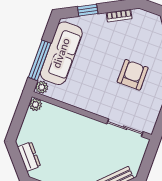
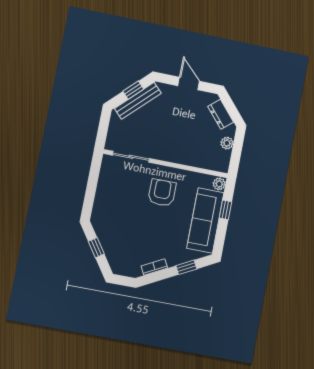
window: (40, 60) -> (225, 210), width x0.46
armchair: (133, 75) -> (162, 193), moved, turned 180
plant: (35, 105) -> (227, 143), moved

